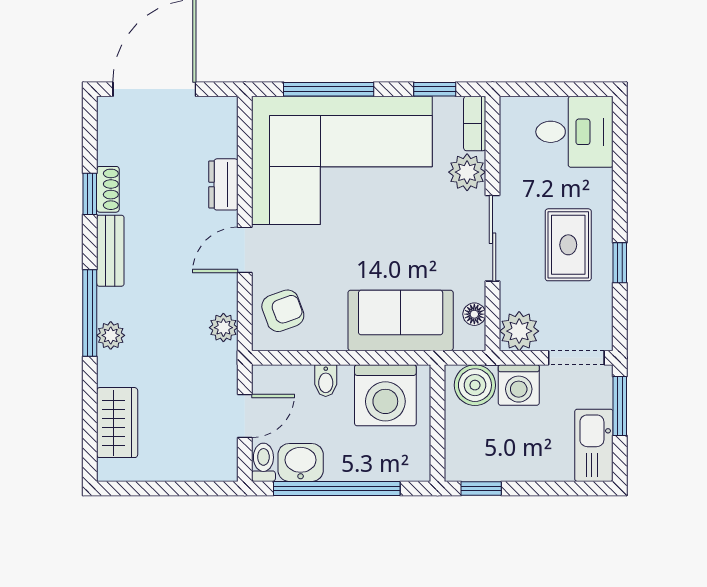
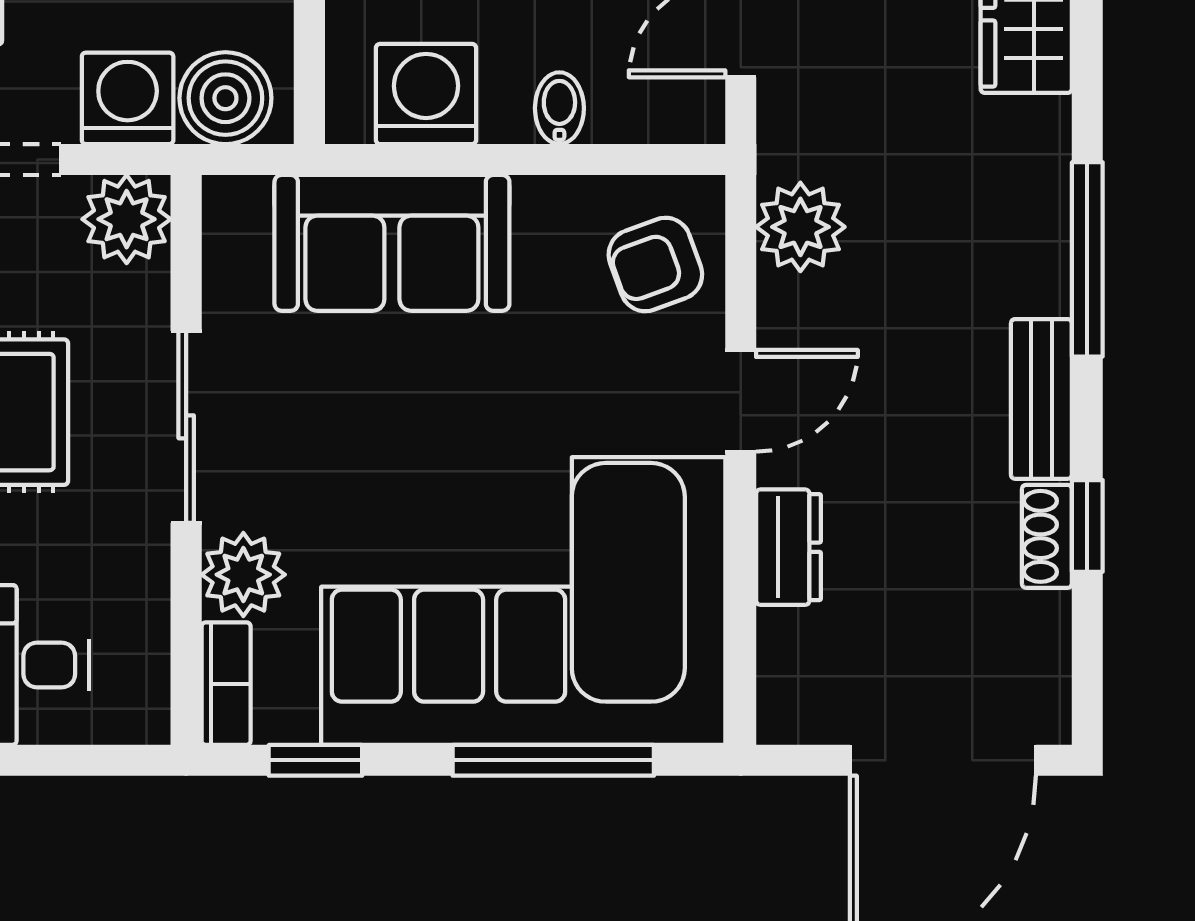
floor lamp: (474, 314) -> (227, 257), removed
plant: (223, 328) -> (800, 227), width x1.38, depth x1.38
plant: (111, 335) -> (1041, 209), removed
washing machine: (385, 395) -> (426, 94), width x0.73, depth x0.73

